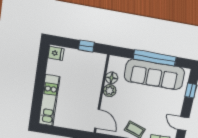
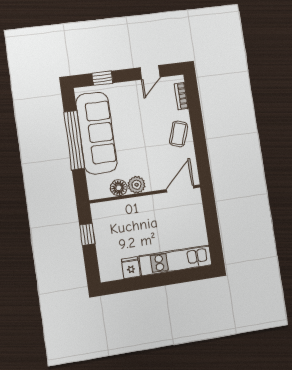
fridge: (56, 53) -> (131, 268), moved

